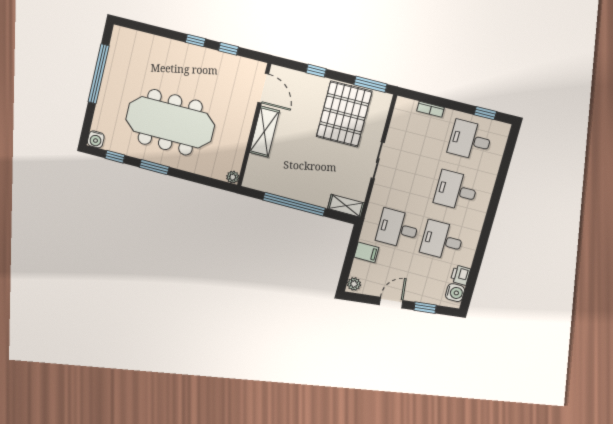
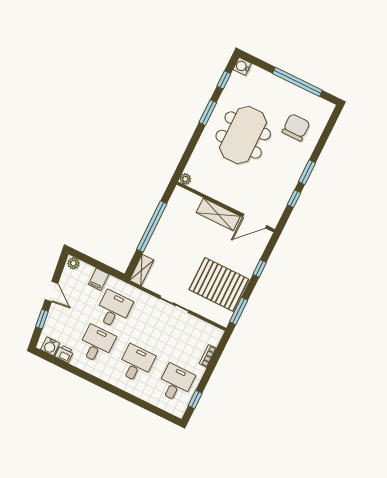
window: (195, 40) -> (307, 172), width x1.50
chair: (149, 64) -> (296, 127), added
meeting table: (170, 122) -> (243, 135), width x0.73

